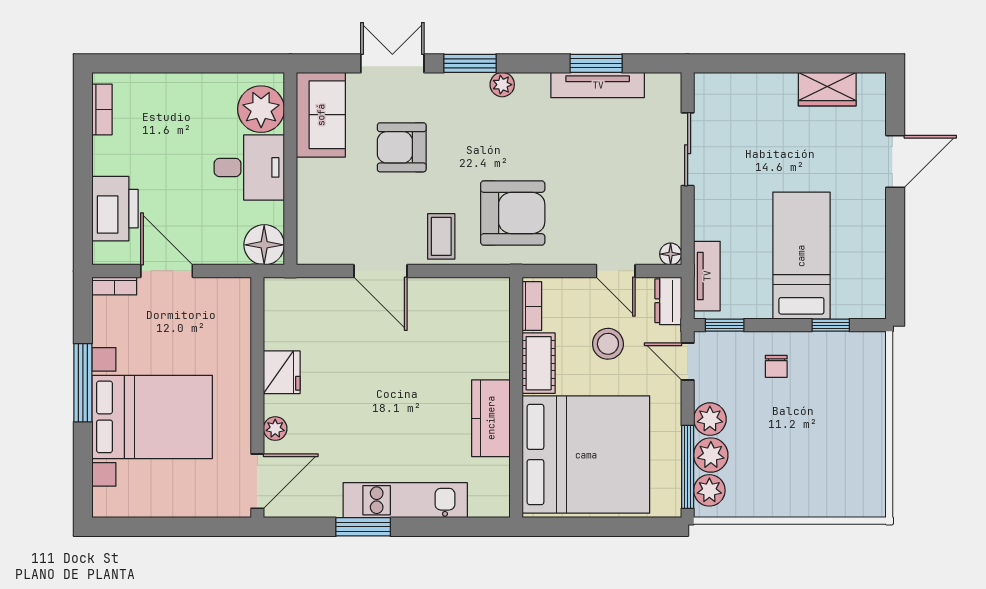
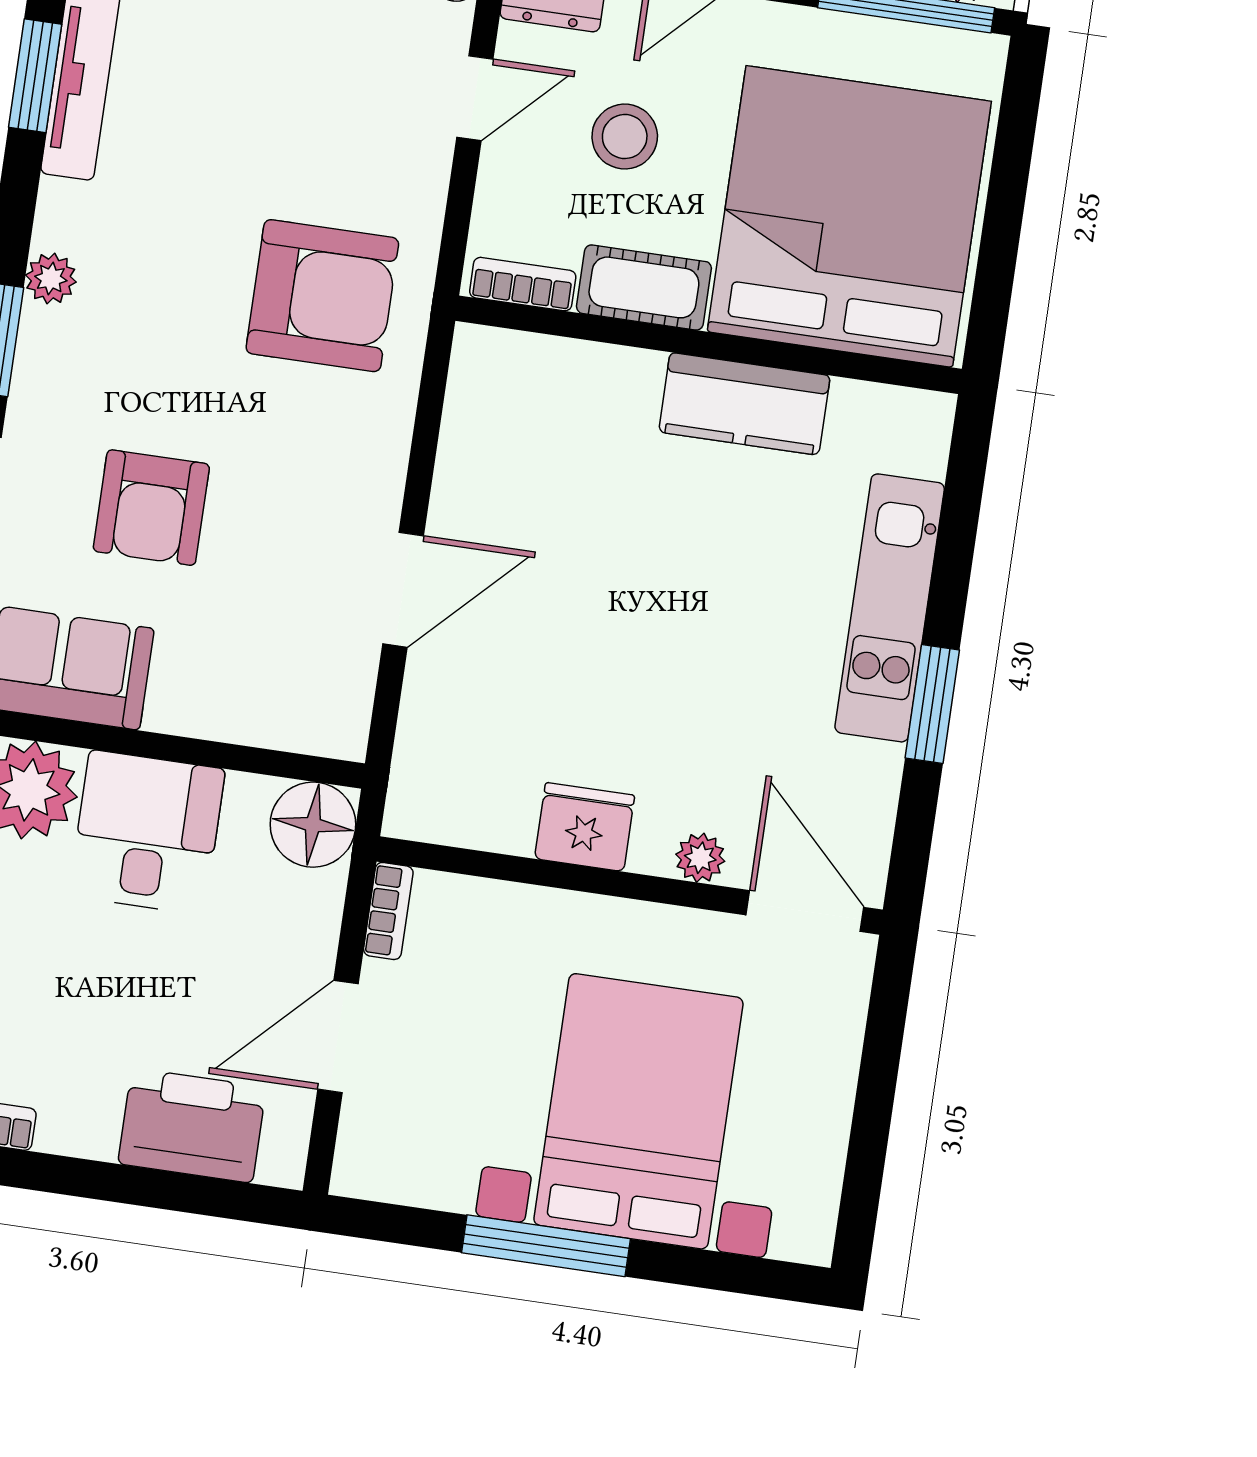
armchair: (513, 213) -> (322, 296), turned 90
coffee table: (441, 236) -> (350, 452), removed
bookcase: (114, 286) -> (388, 911), moved

